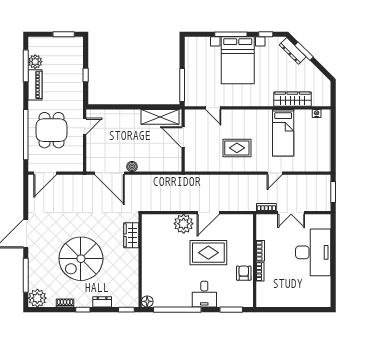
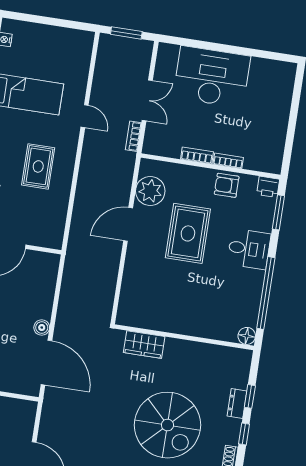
door: (110, 173) -> (46, 363), hinge flipped
door: (208, 213) -> (128, 224), swing flipped
plant: (184, 224) -> (150, 191), moved
printer: (247, 300) -> (268, 187), added
window: (126, 310) -> (250, 396), moved

